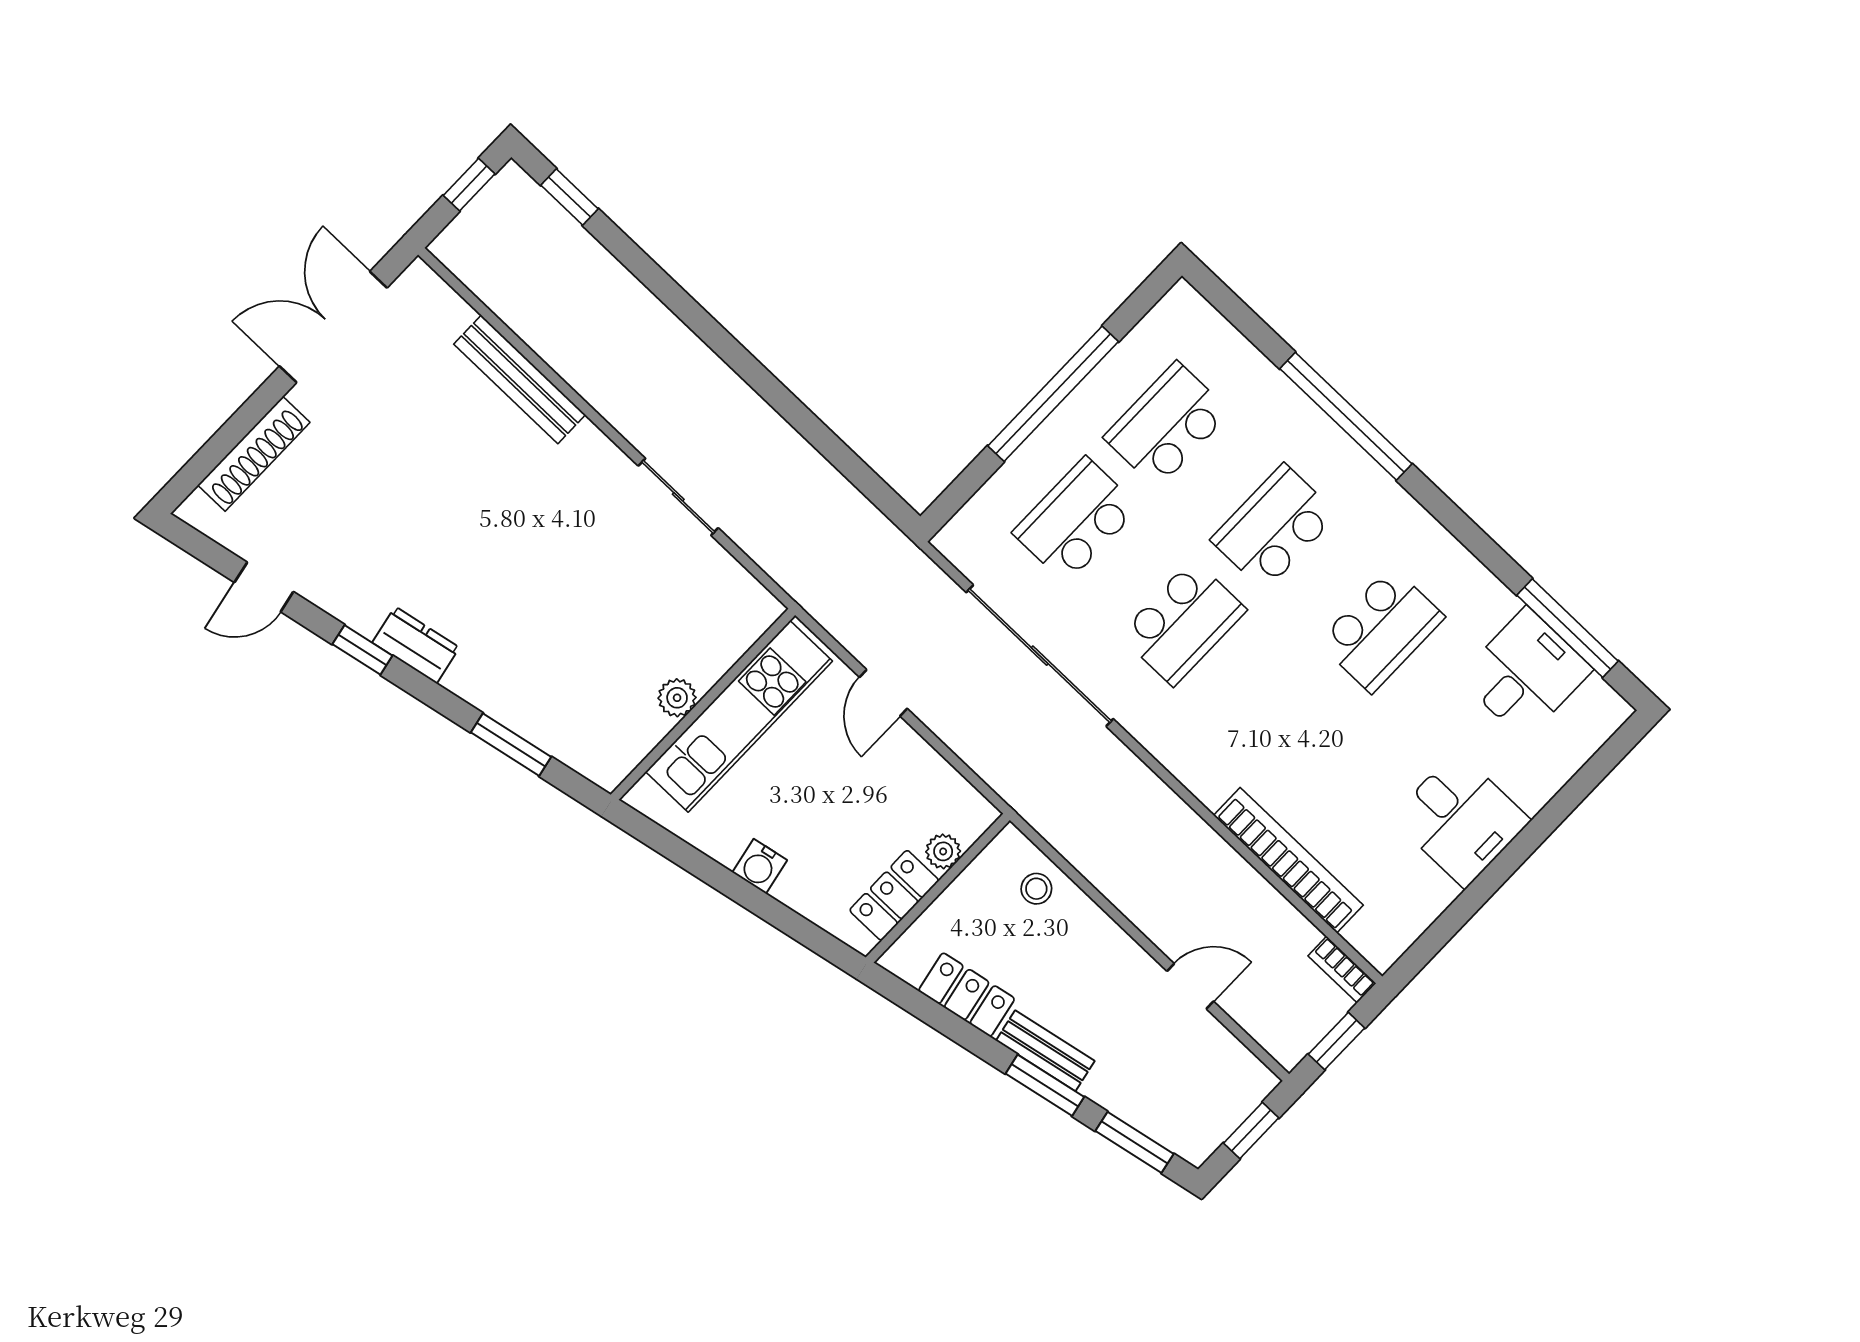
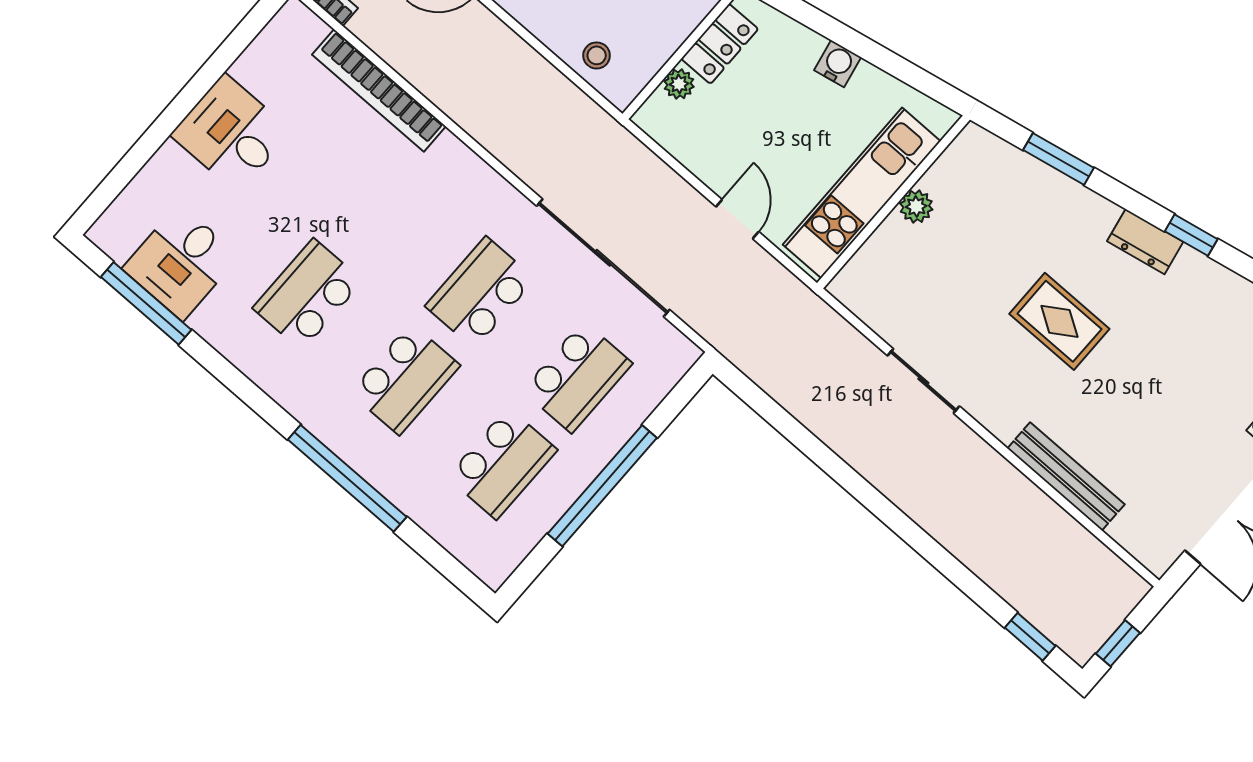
rug: (519, 558) -> (1059, 321), added

